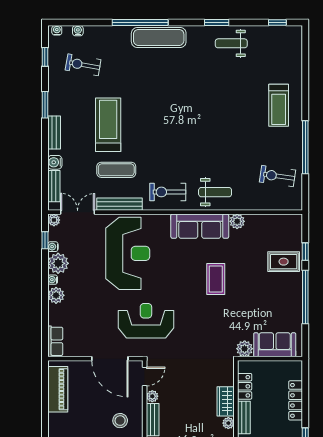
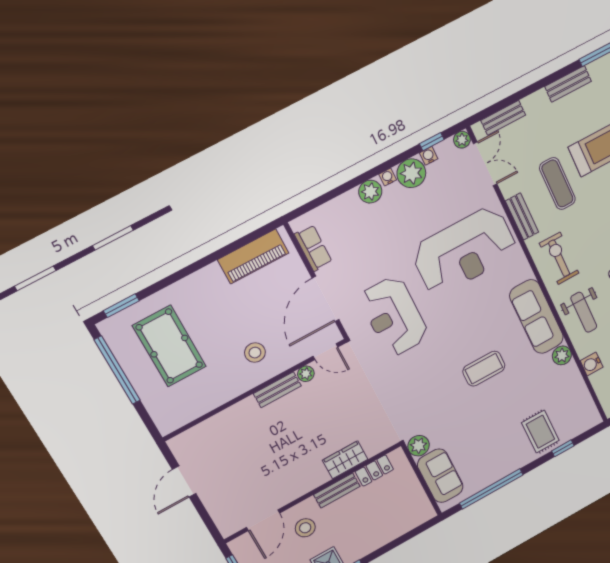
water cooler: (55, 162) -> (592, 364), moved, turned -90
bench: (120, 204) -> (522, 217), width x0.73
window: (305, 297) -> (491, 489), moved
reception desk: (146, 321) -> (394, 316), turned 180
row of seats: (55, 341) -> (313, 248), moved, turned -90
locker: (296, 400) -> (388, 534), removed
plant: (228, 423) -> (321, 477), removed

